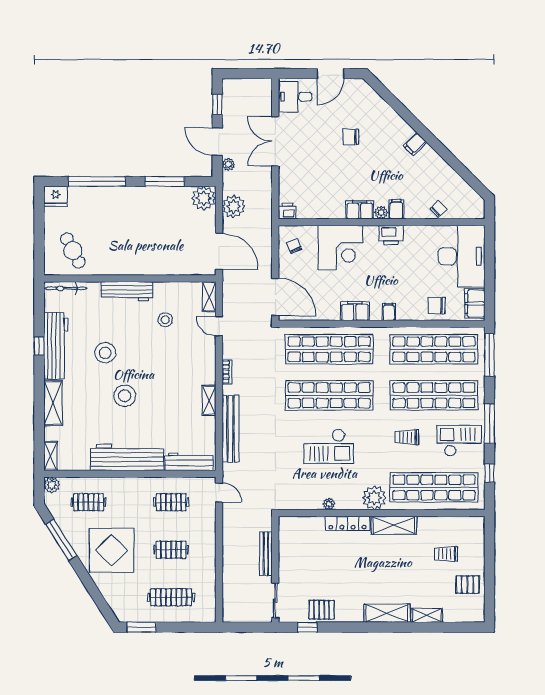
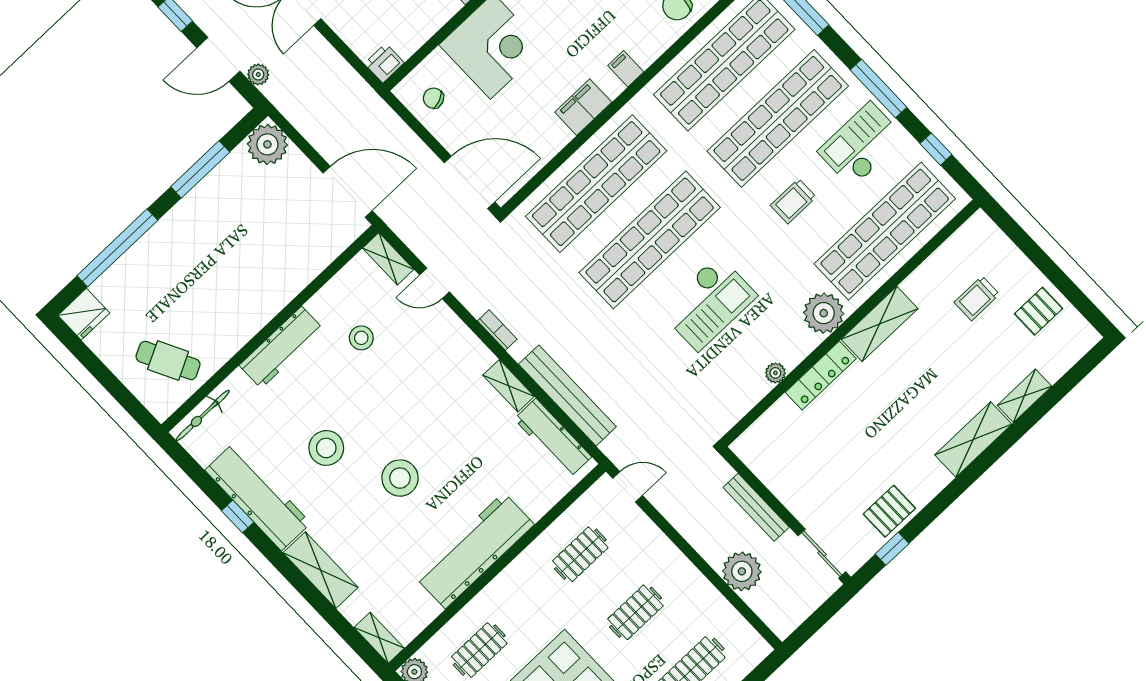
plant: (234, 207) -> (742, 571), moved
workbench: (189, 462) -> (553, 438), moved, turned -90

